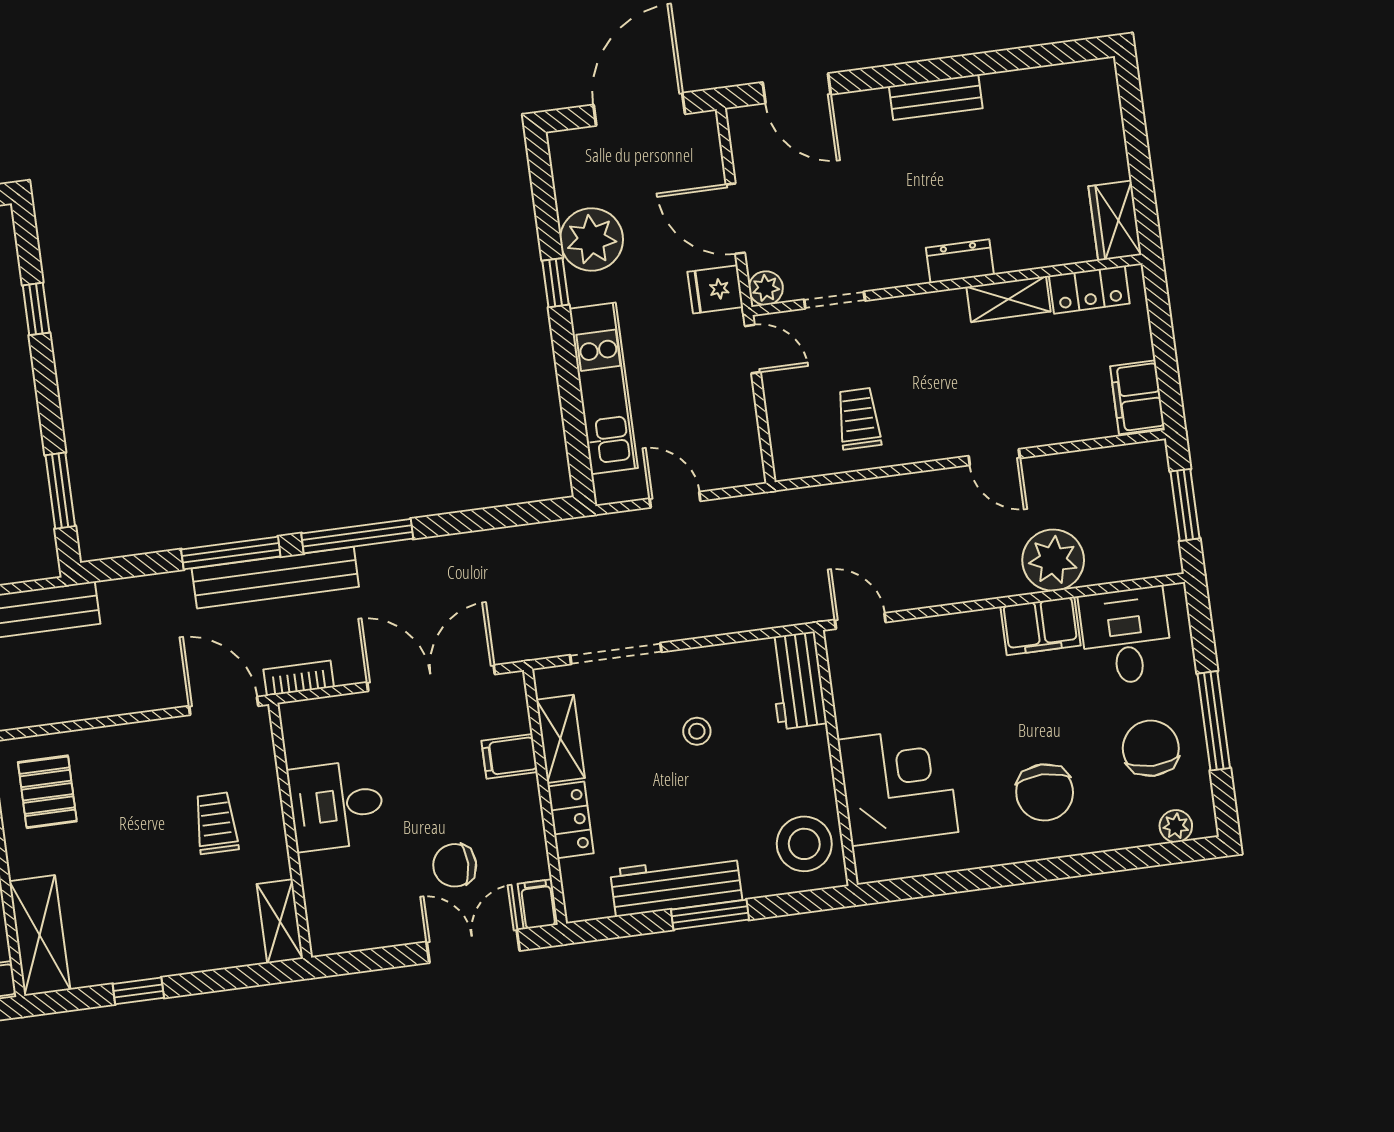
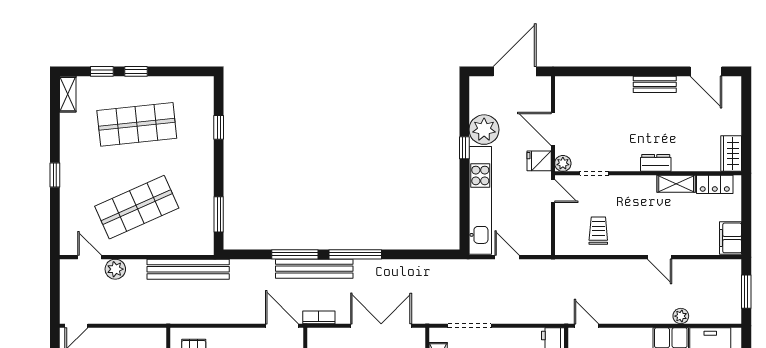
door: (797, 88) -> (706, 71), moved
kitchen unit: (603, 388) -> (480, 200), width x1.36
plant: (1053, 560) -> (681, 316), width x0.53, depth x0.53

